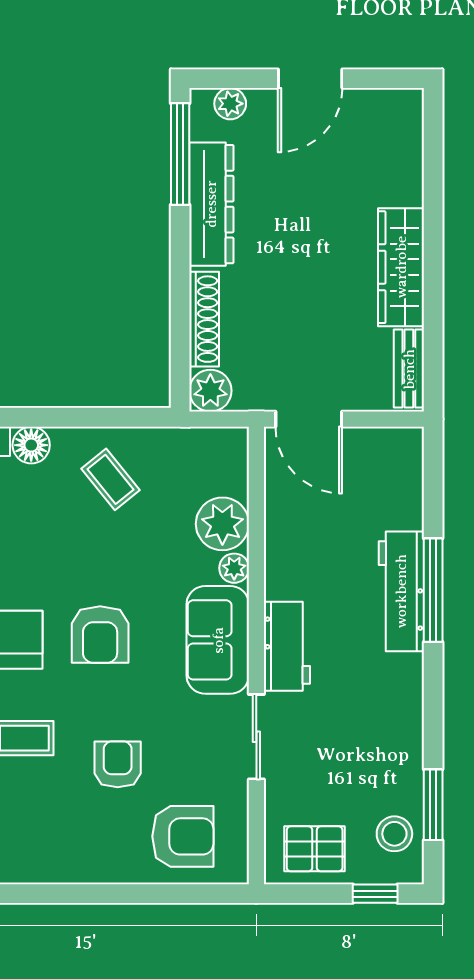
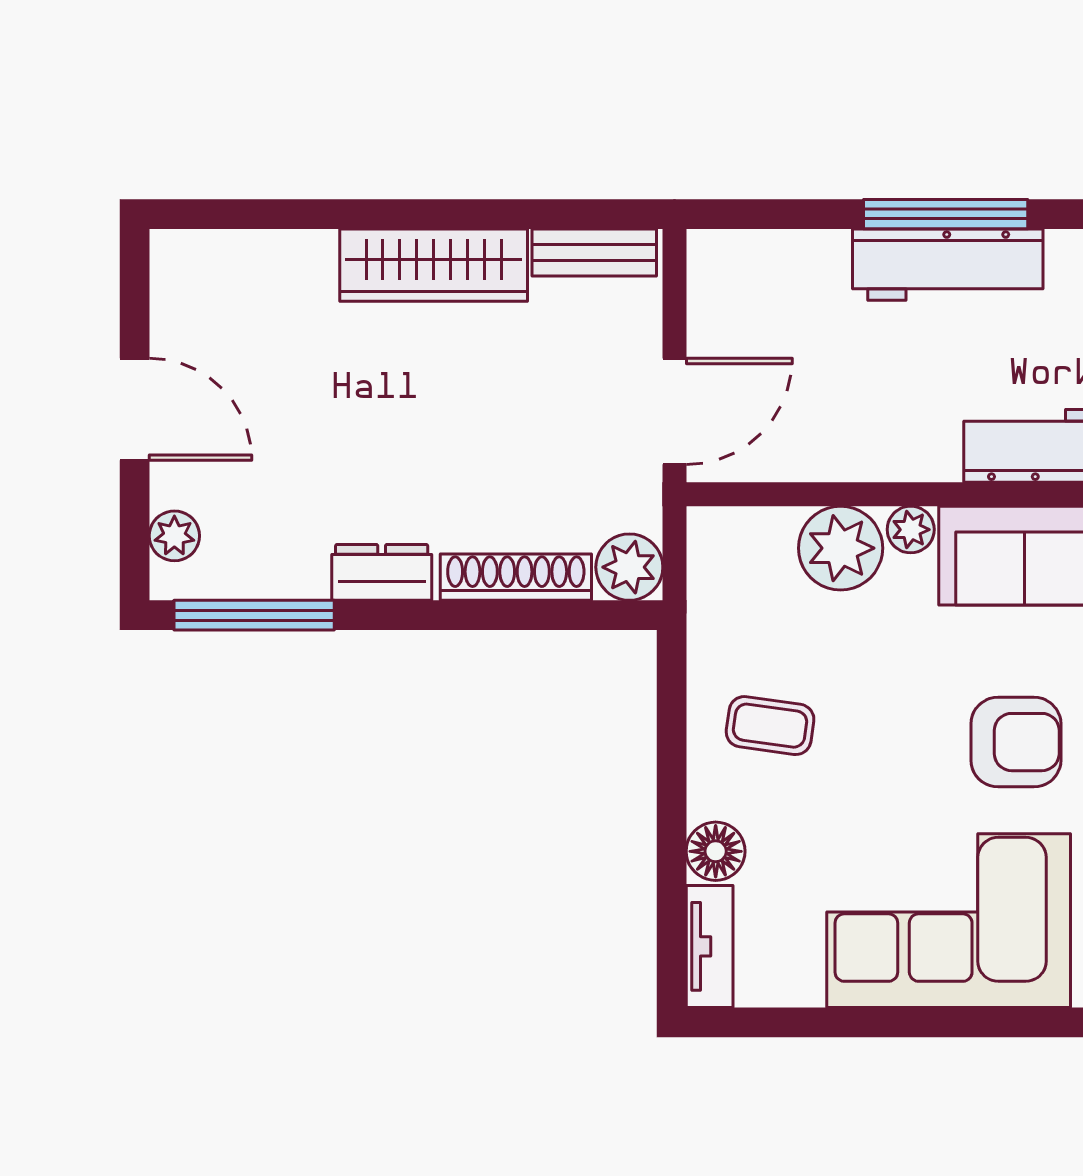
dresser: (211, 204) -> (382, 572), width x0.51, depth x0.80
coffee table: (110, 479) -> (770, 726), turned 47

